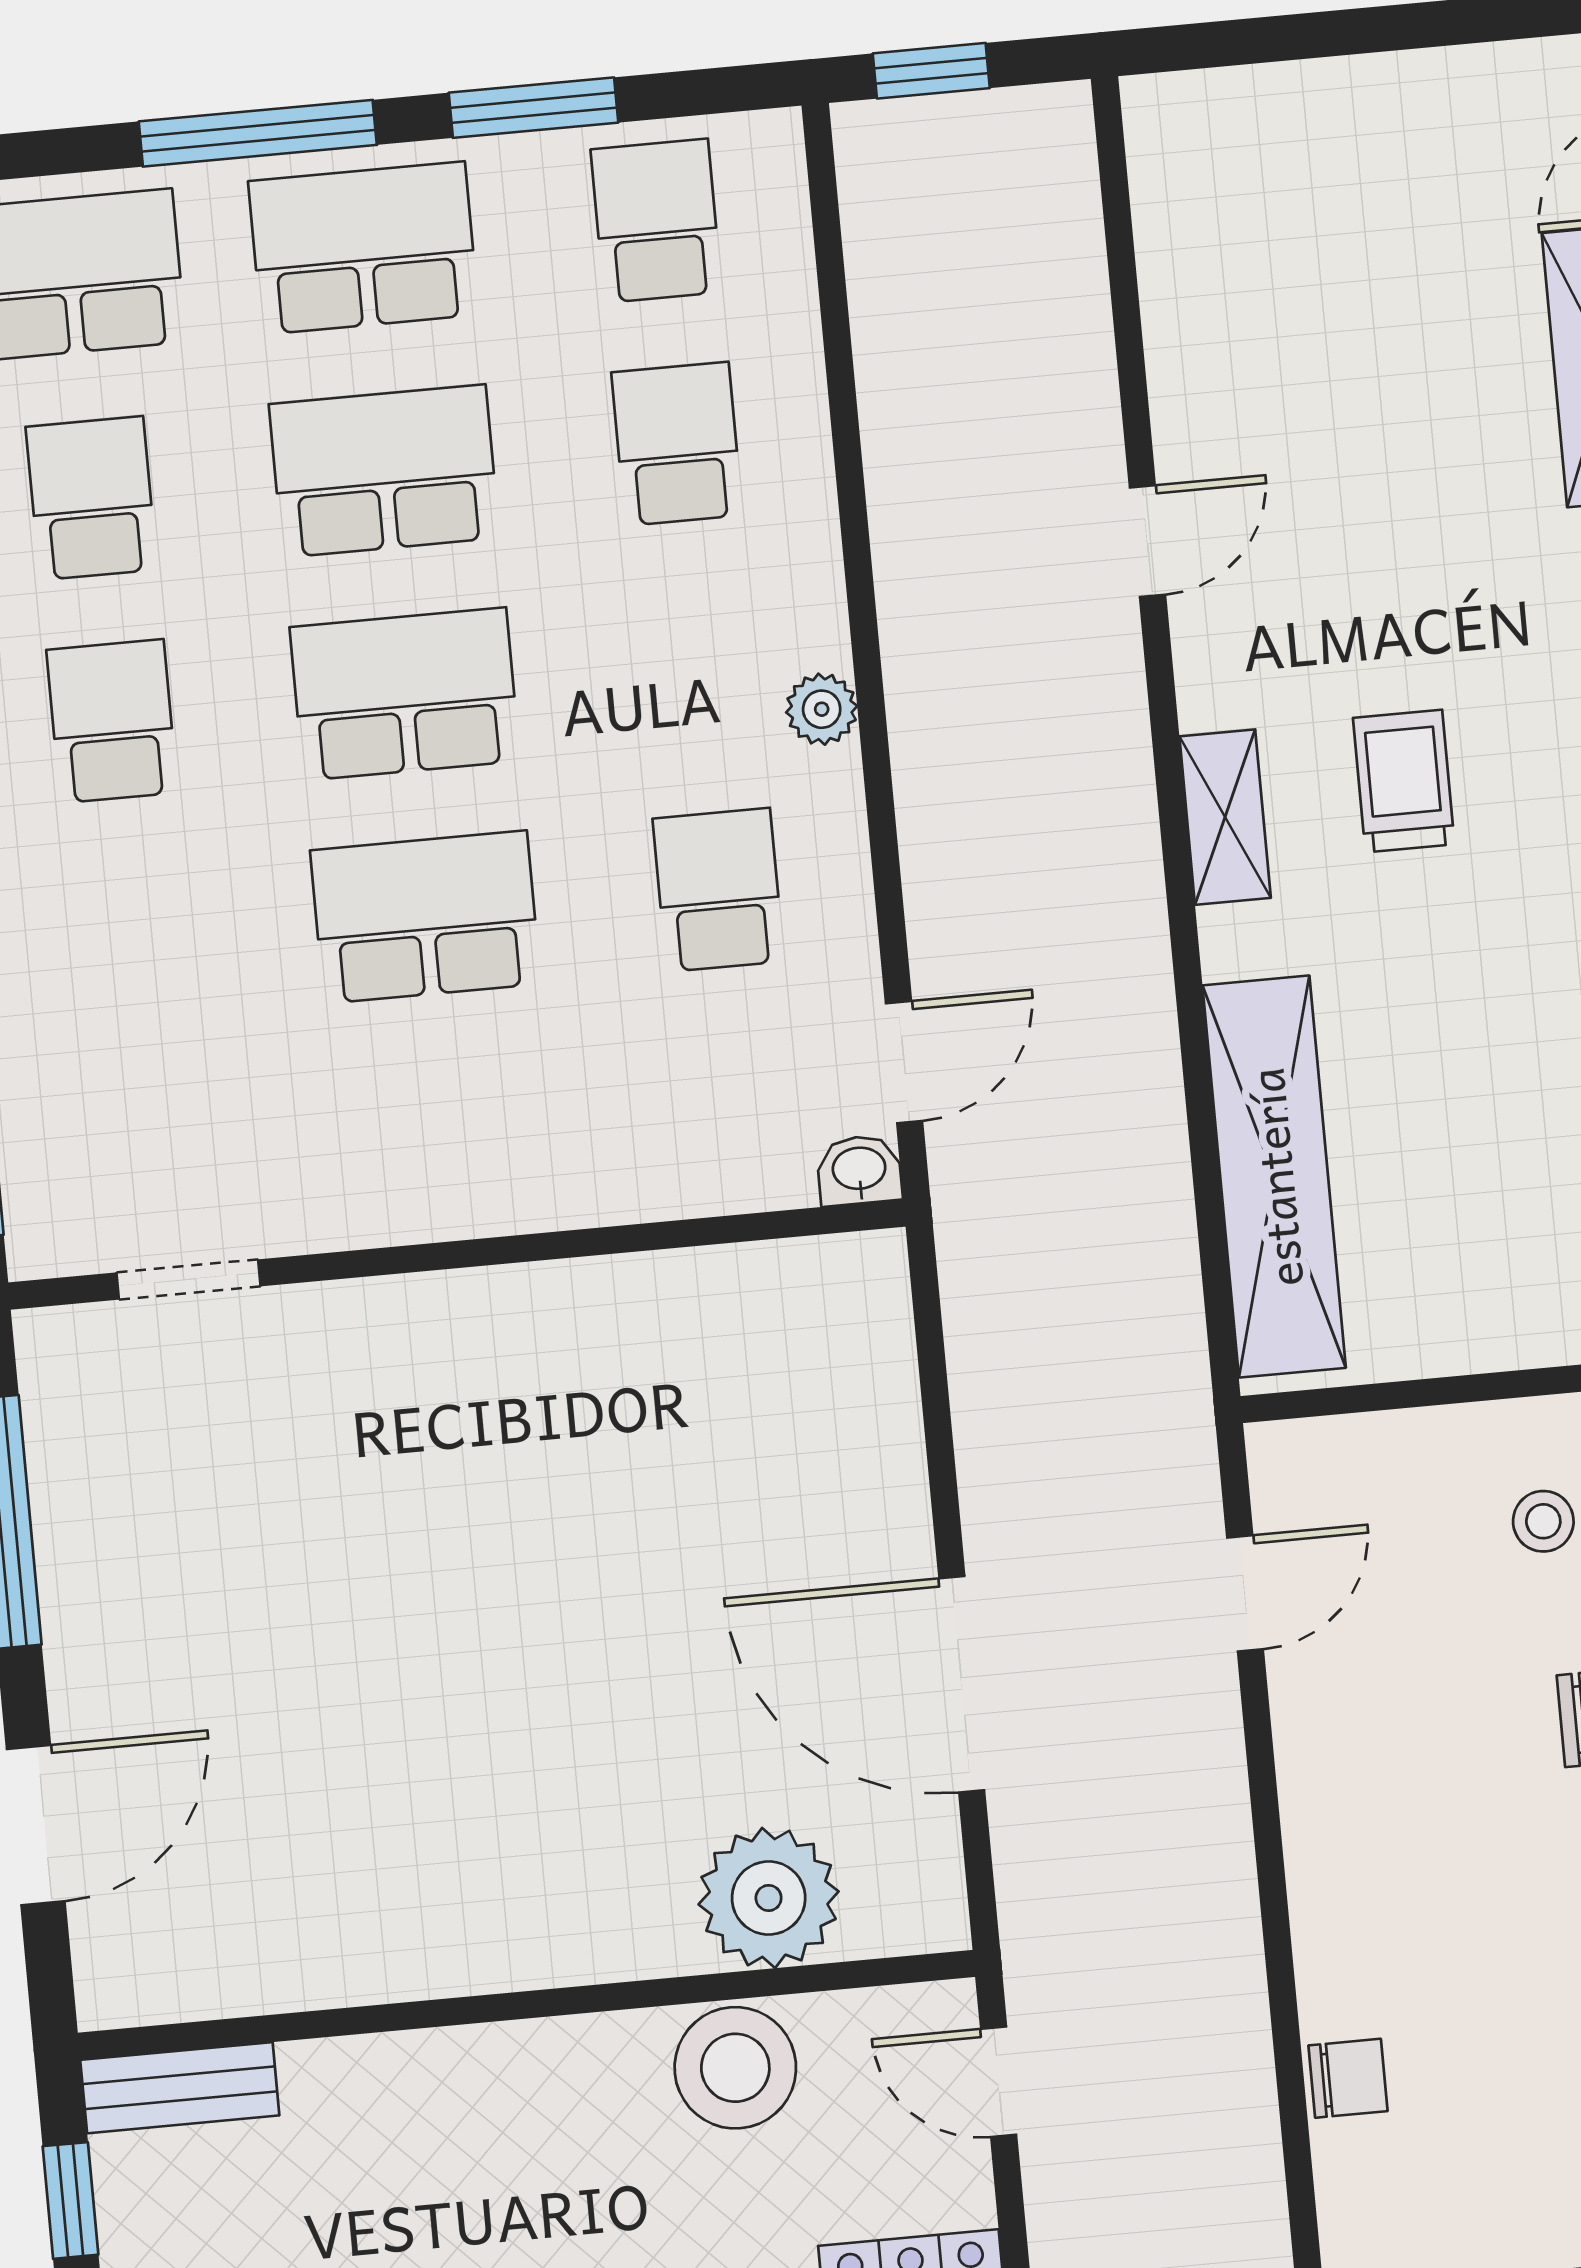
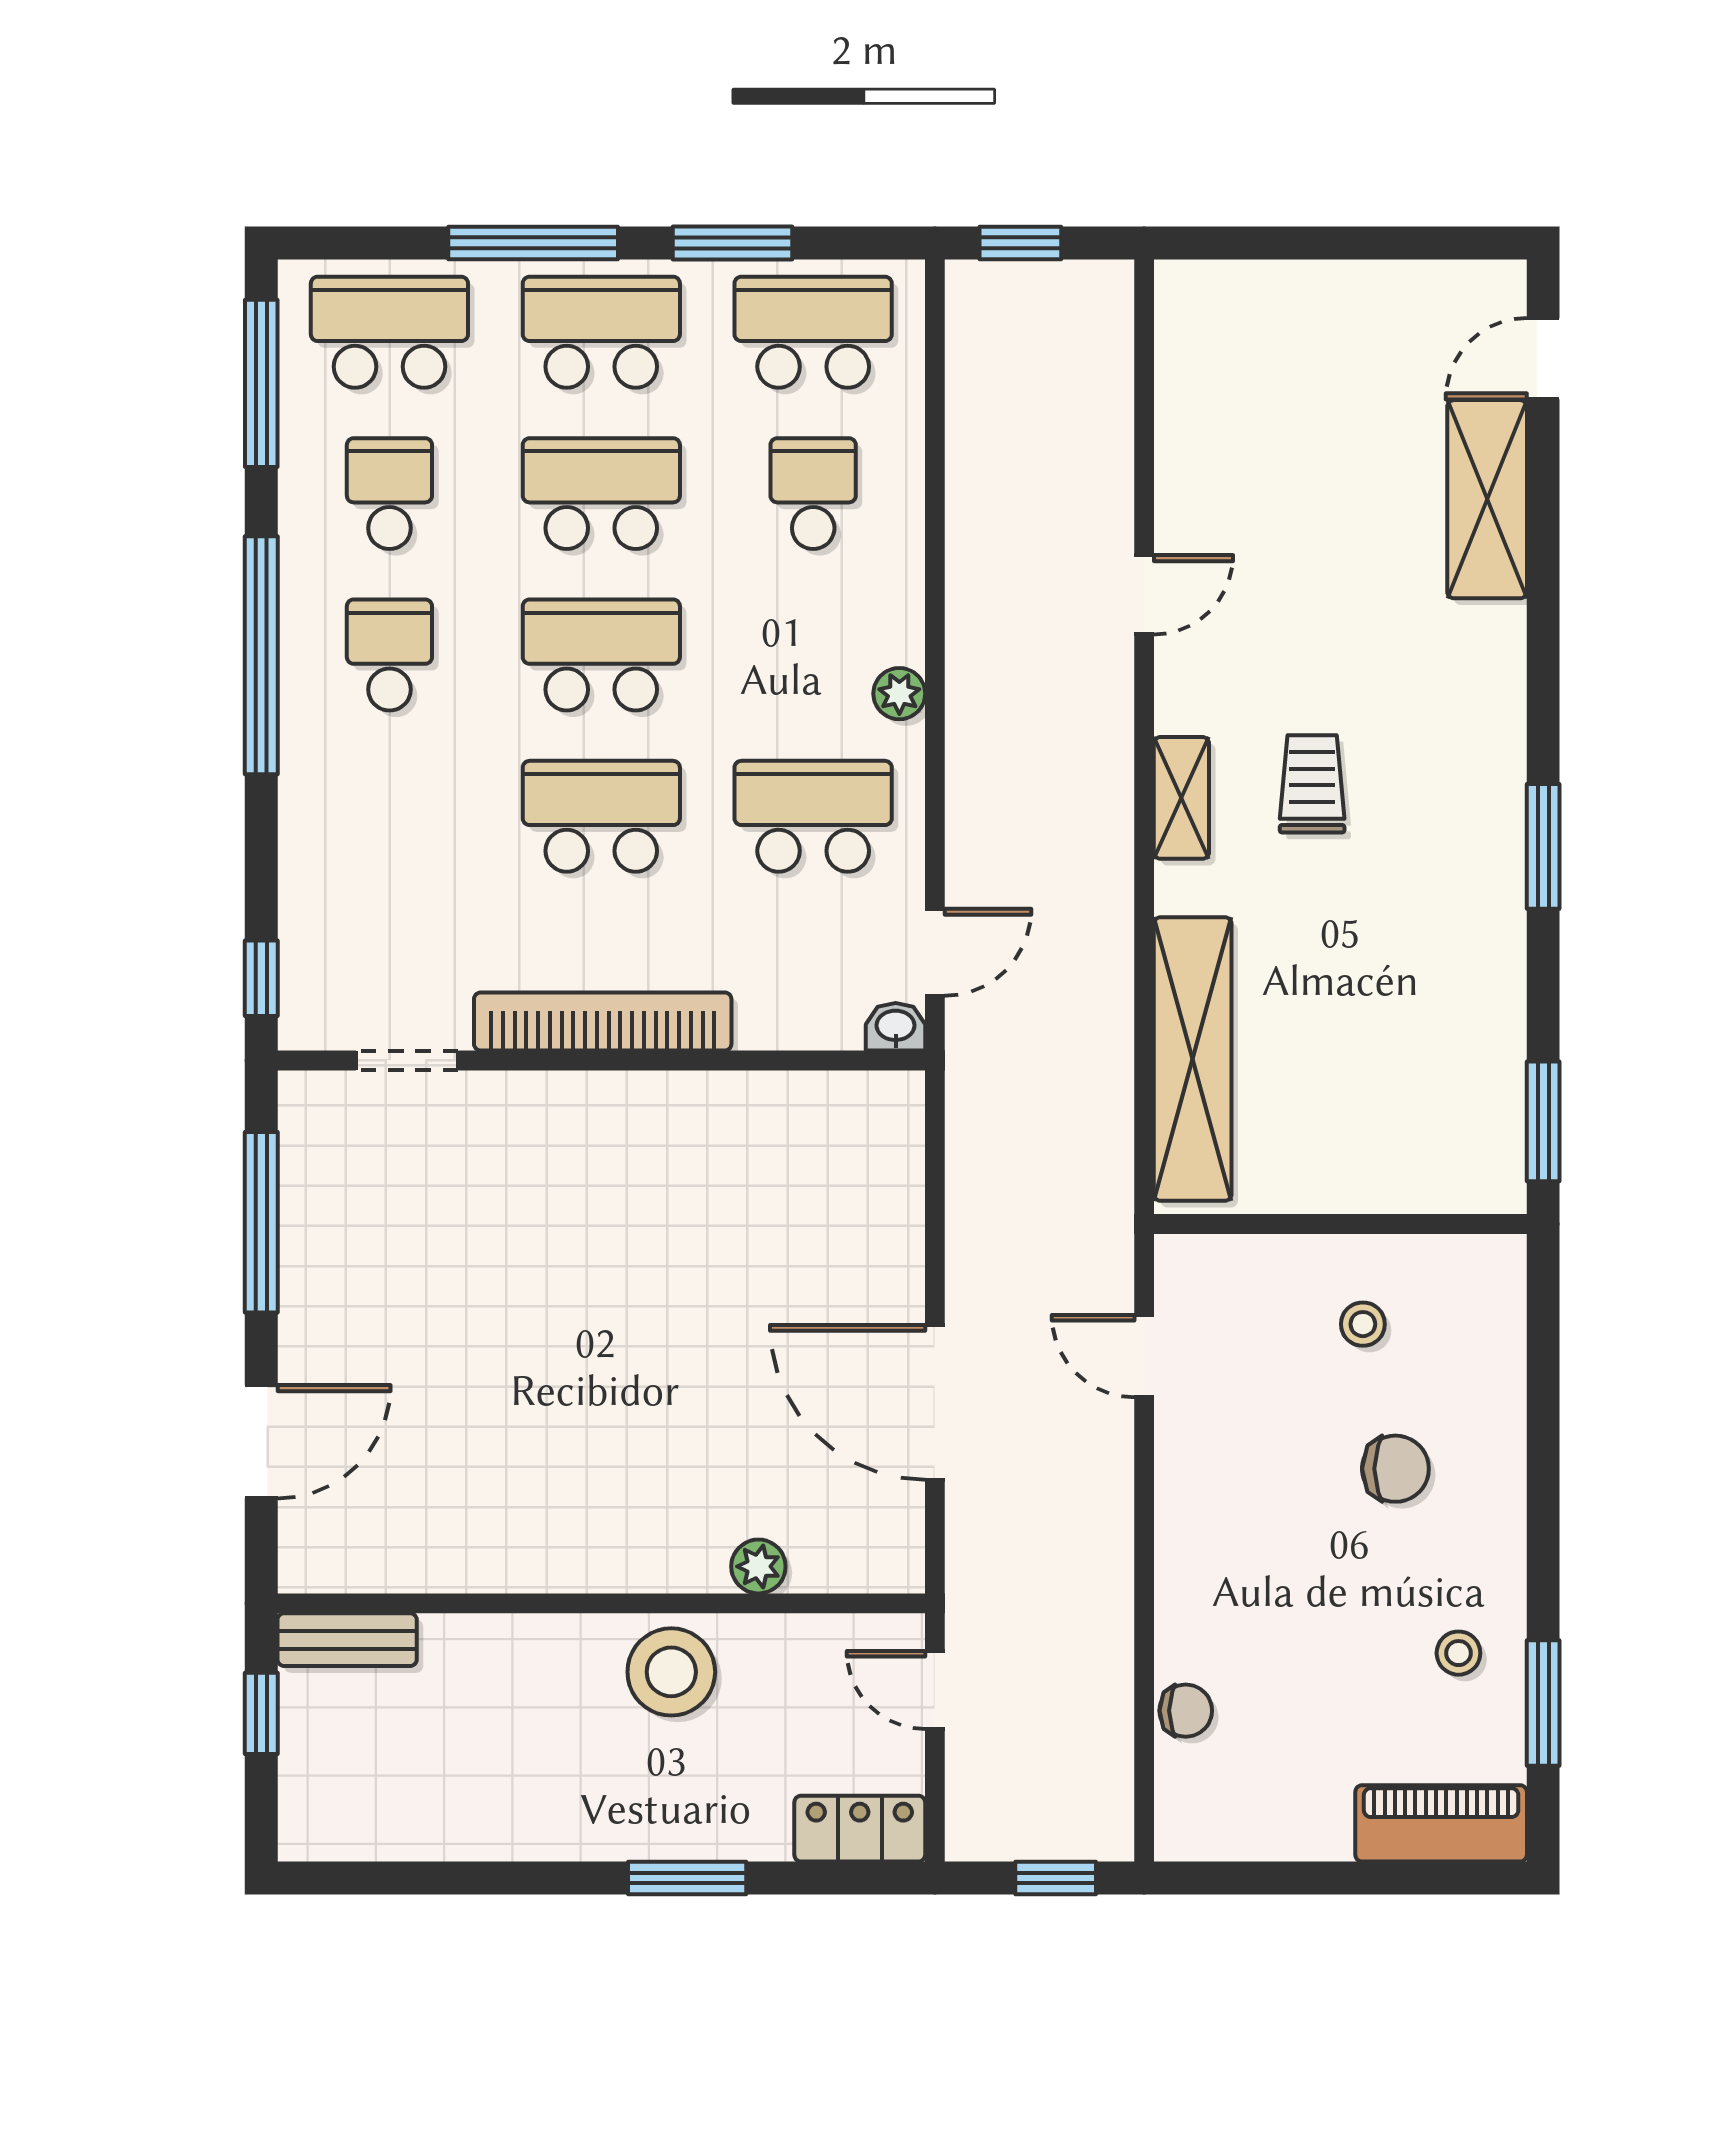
school desk: (656, 221) -> (813, 332), width x1.85
school desk: (718, 890) -> (813, 816), width x1.85
bookcase: (454, 1200) -> (603, 1021), added
door: (1245, 1593) -> (1144, 1356), swing flipped
plant: (769, 1898) -> (758, 1566), width x0.53, depth x0.53
stool: (735, 2068) -> (671, 1672), moved

